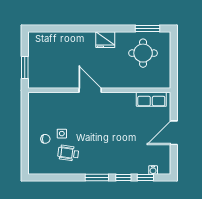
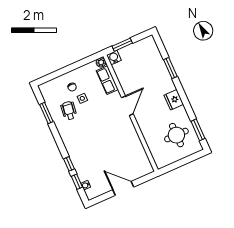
window: (71, 28) -> (170, 68), added
water cooler: (34, 82) -> (114, 58), added
plant: (33, 98) -> (101, 62), added
row of seats: (151, 99) -> (107, 80), moved
window: (97, 177) -> (46, 113), moved

